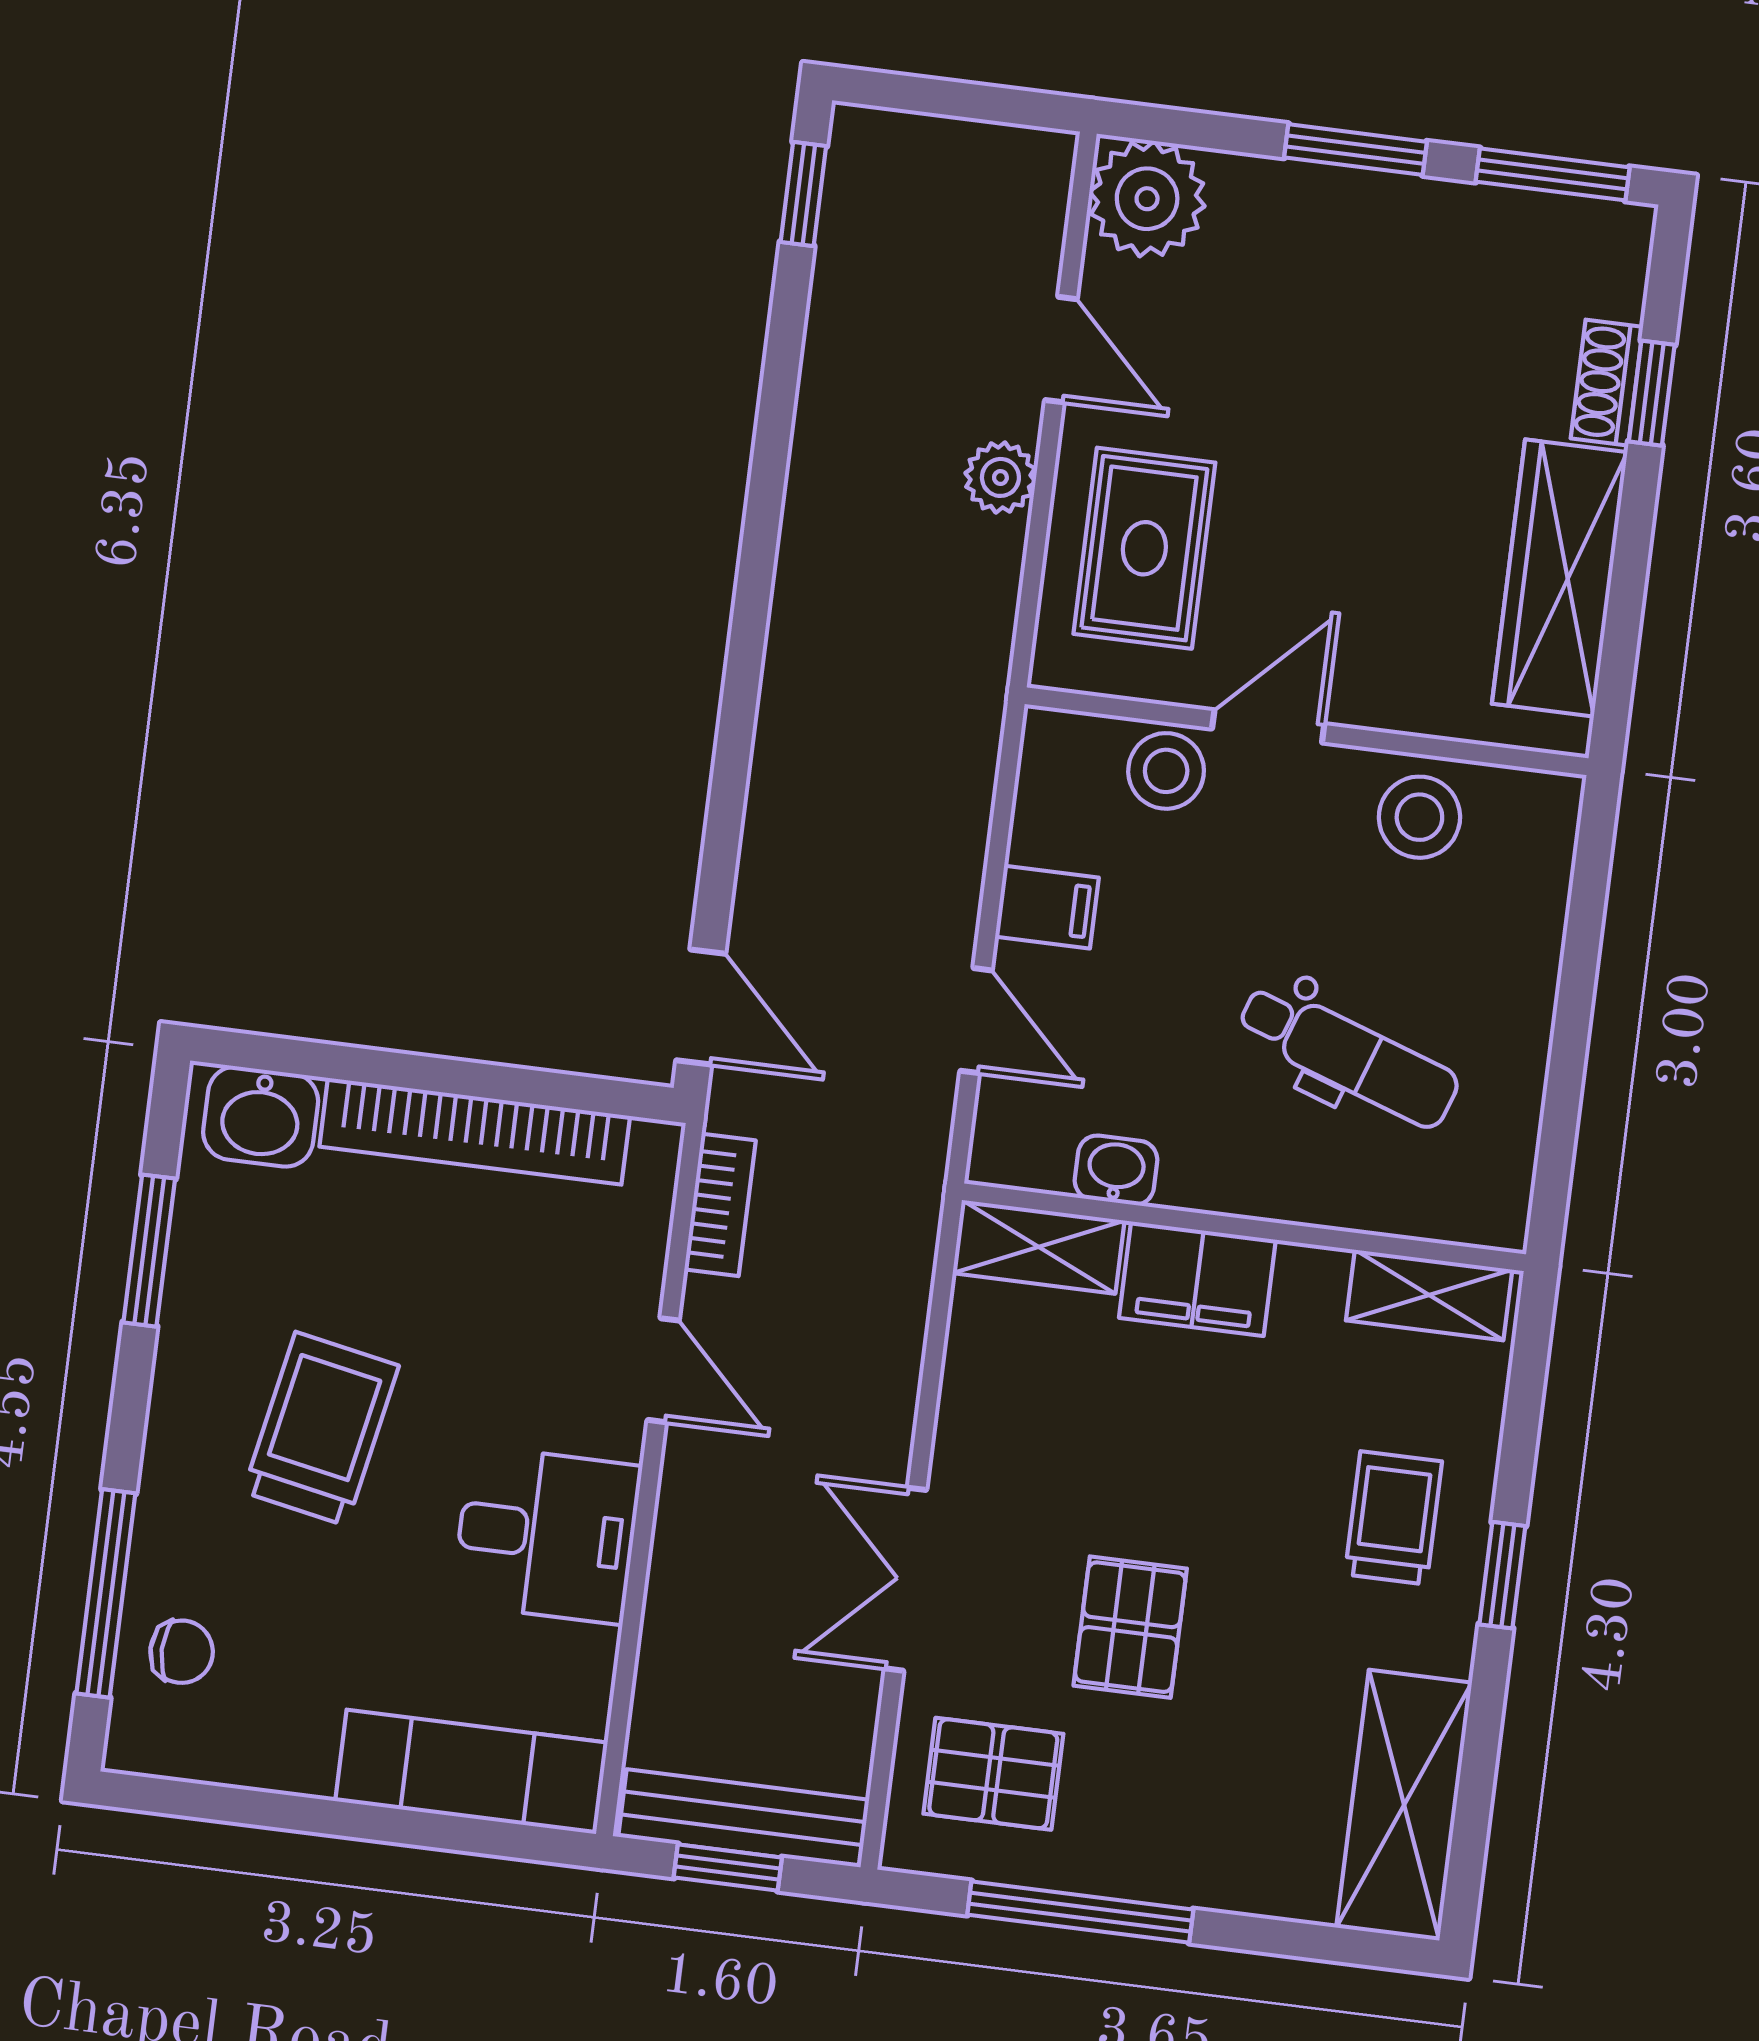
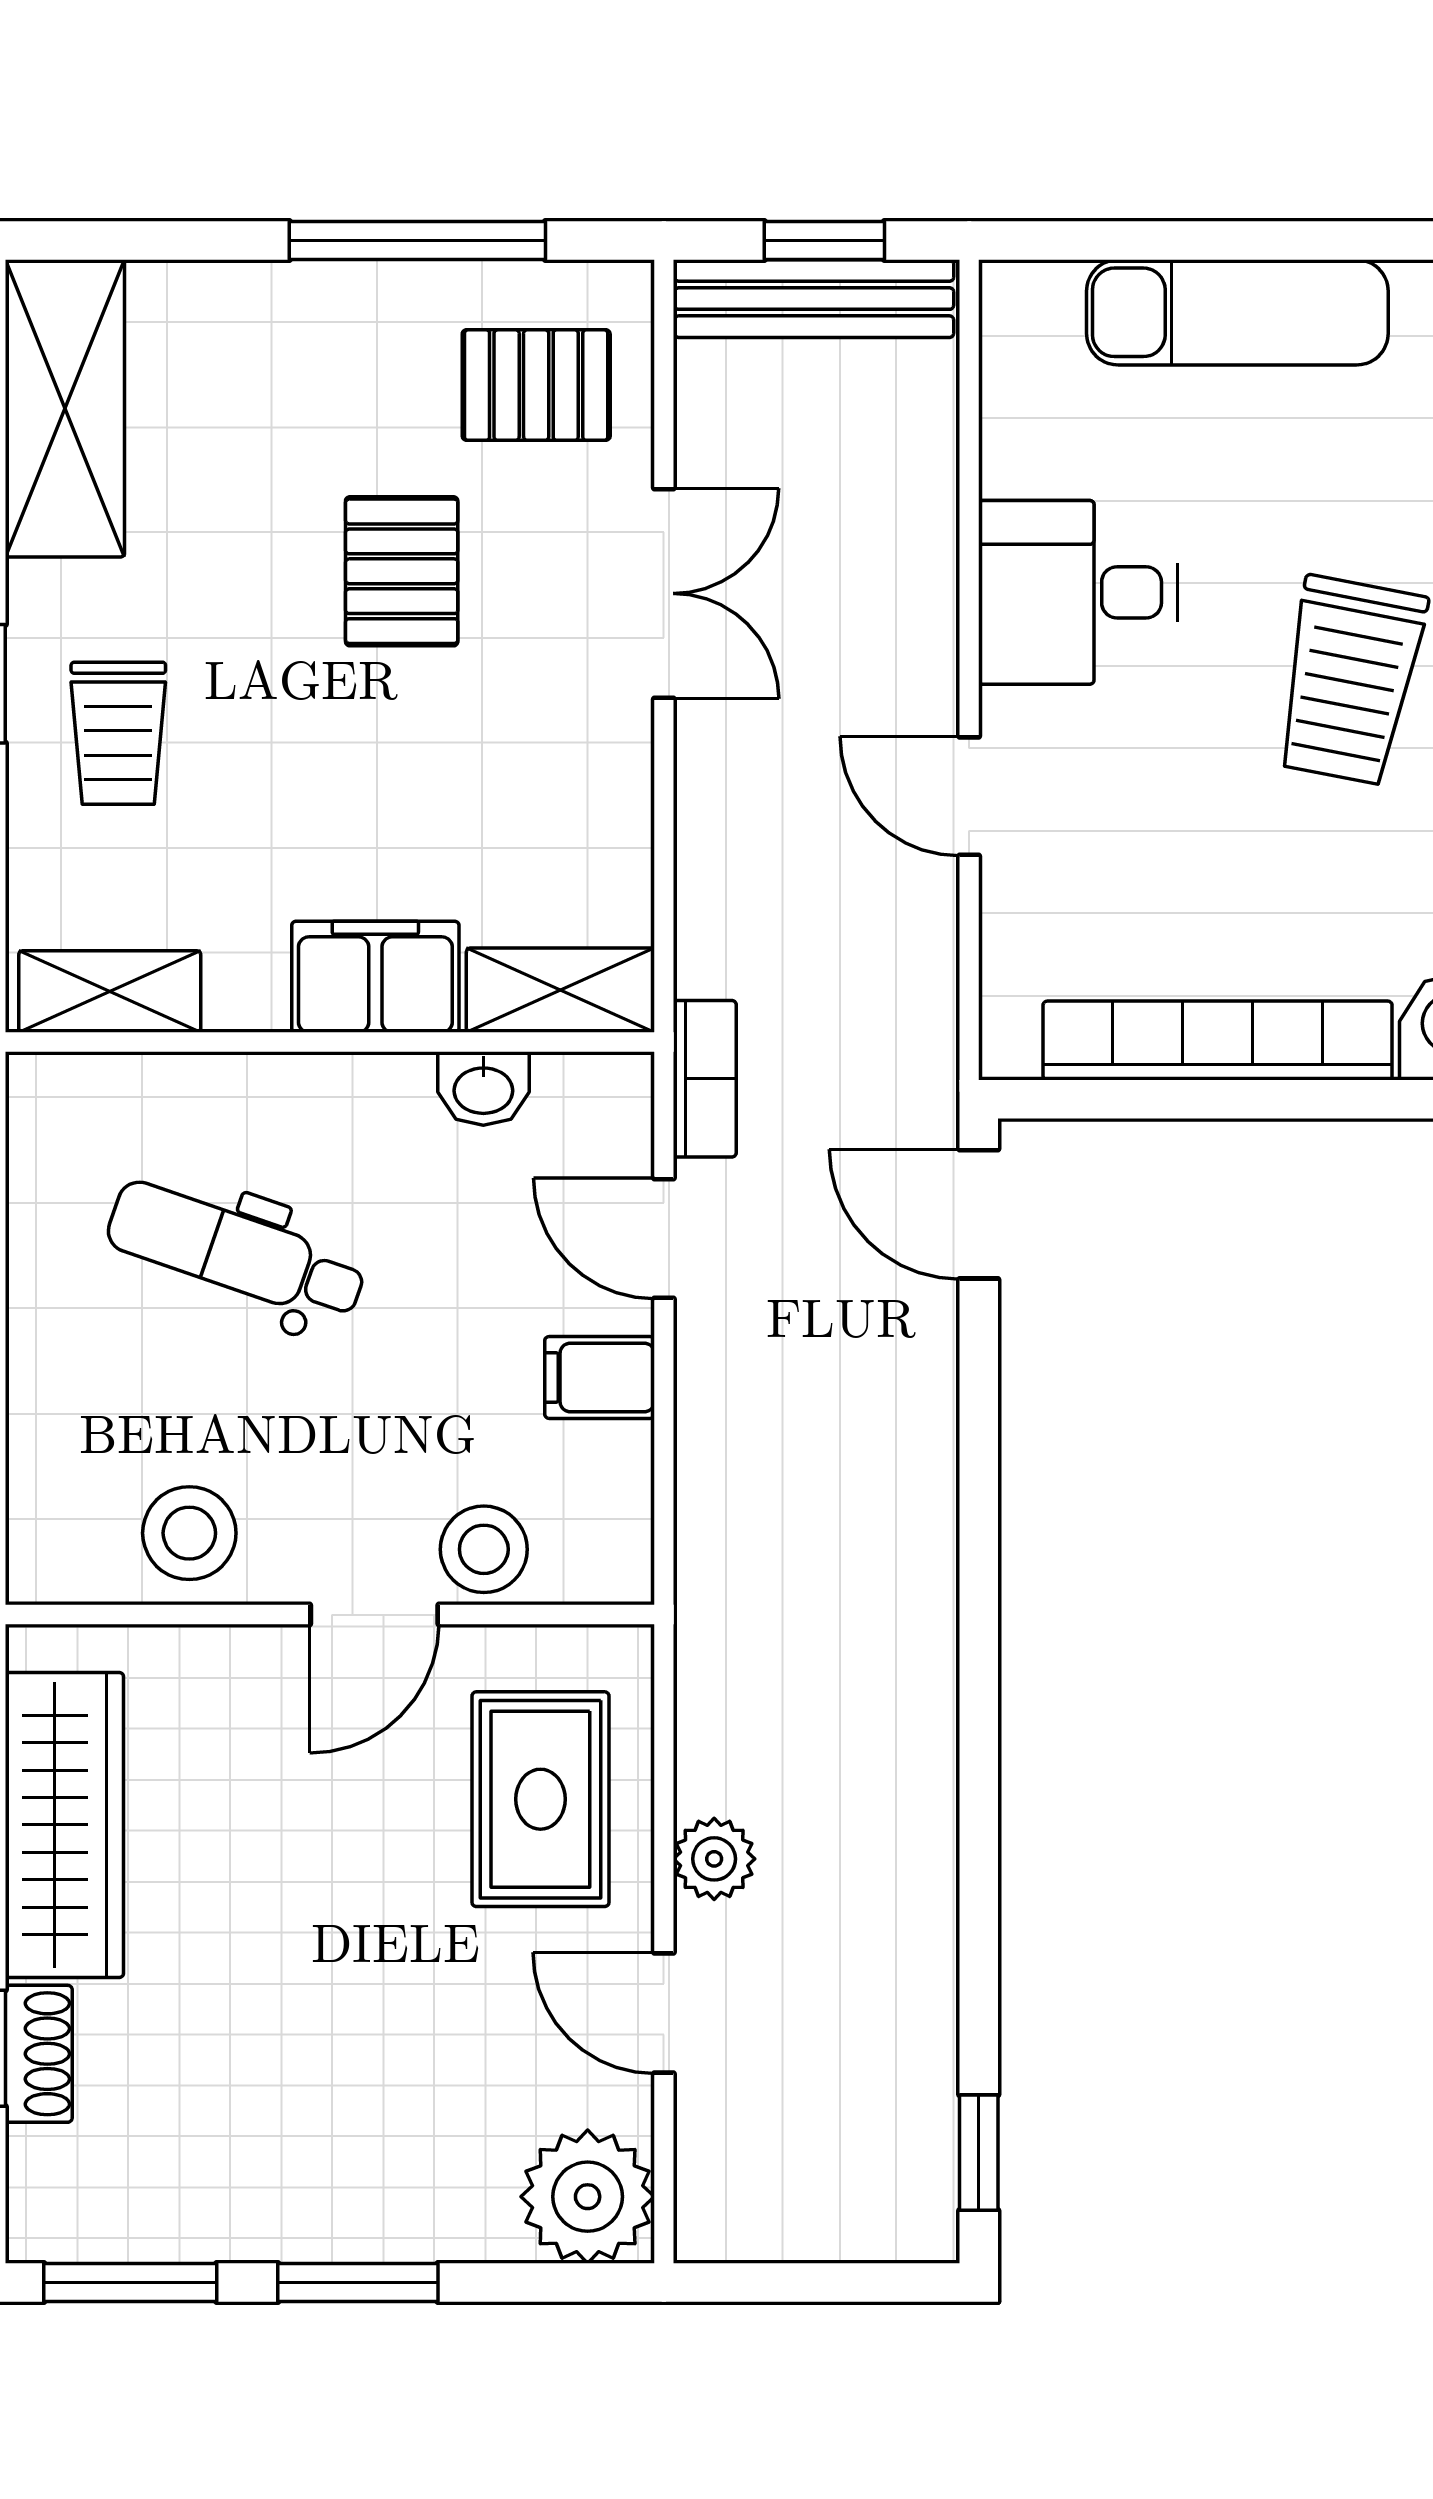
bookcase: (720, 1205) -> (705, 1079), moved, turned 180
exam couch: (471, 1772) -> (1237, 312), moved

